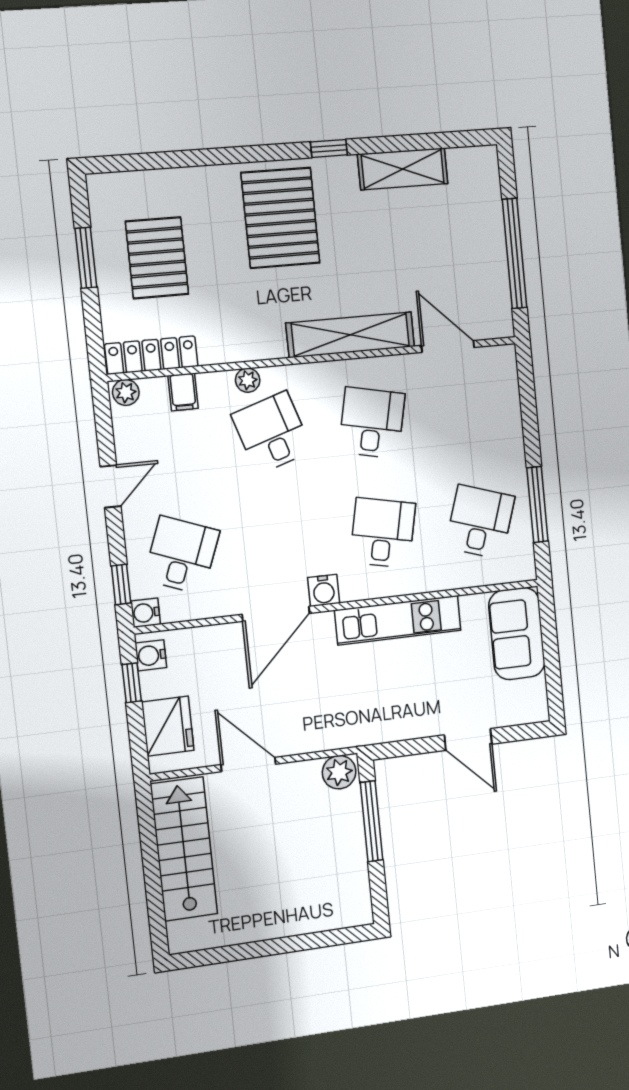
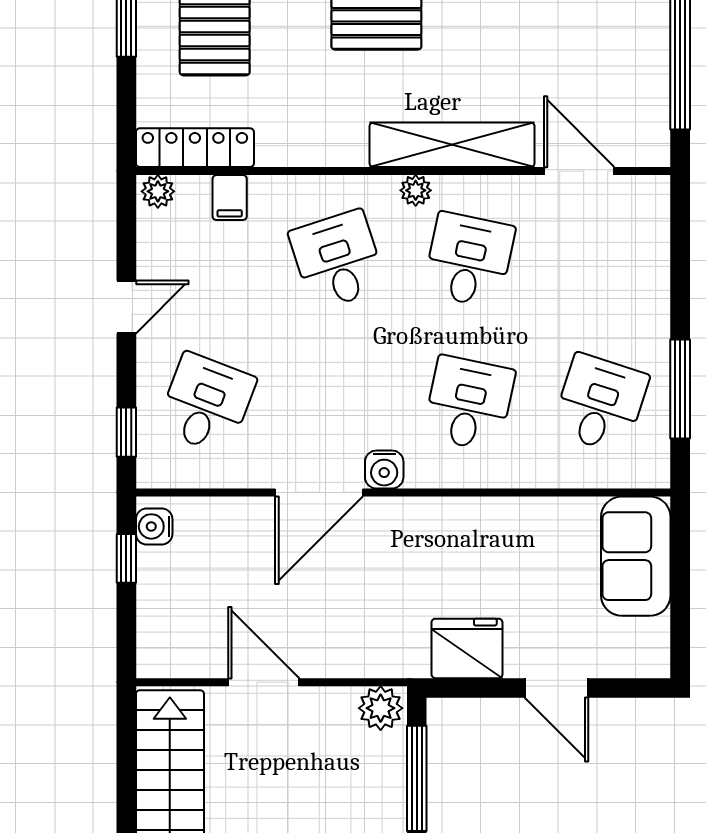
plant: (248, 380) -> (416, 190), moved
water cooler: (145, 613) -> (153, 471), removed
kitchen unit: (398, 620) -> (478, 520), removed
fridge: (168, 726) -> (467, 648), moved, turned -90

